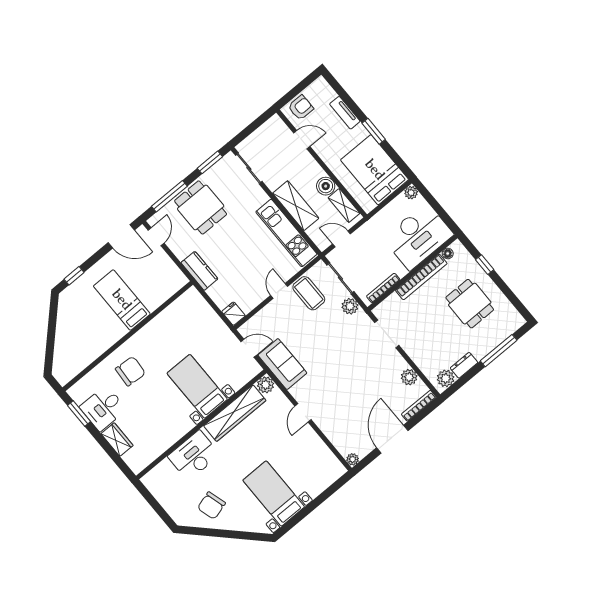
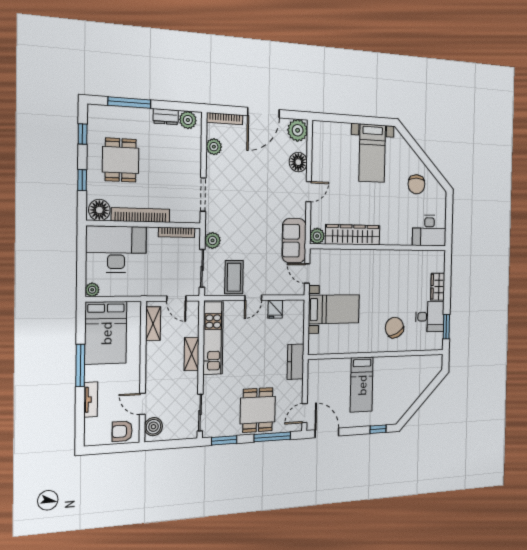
window: (374, 131) -> (80, 365), width x1.44
boiler: (326, 186) -> (153, 427), moved
shelving: (296, 206) -> (192, 354), width x0.67, depth x0.75
floor lamp: (448, 253) -> (99, 210), width x1.89, depth x1.89
window: (512, 297) -> (83, 134), added
fridge: (233, 314) -> (275, 309), moved
chair: (130, 371) -> (394, 328), turned 58
bed with nightstands: (197, 386) -> (334, 309), moved, turned -90
floor lamp: (331, 428) -> (298, 162), added
desk: (194, 455) -> (429, 231), moved
plant: (353, 459) -> (298, 130), width x1.88, depth x1.88
chair: (211, 506) -> (416, 184), turned 106

